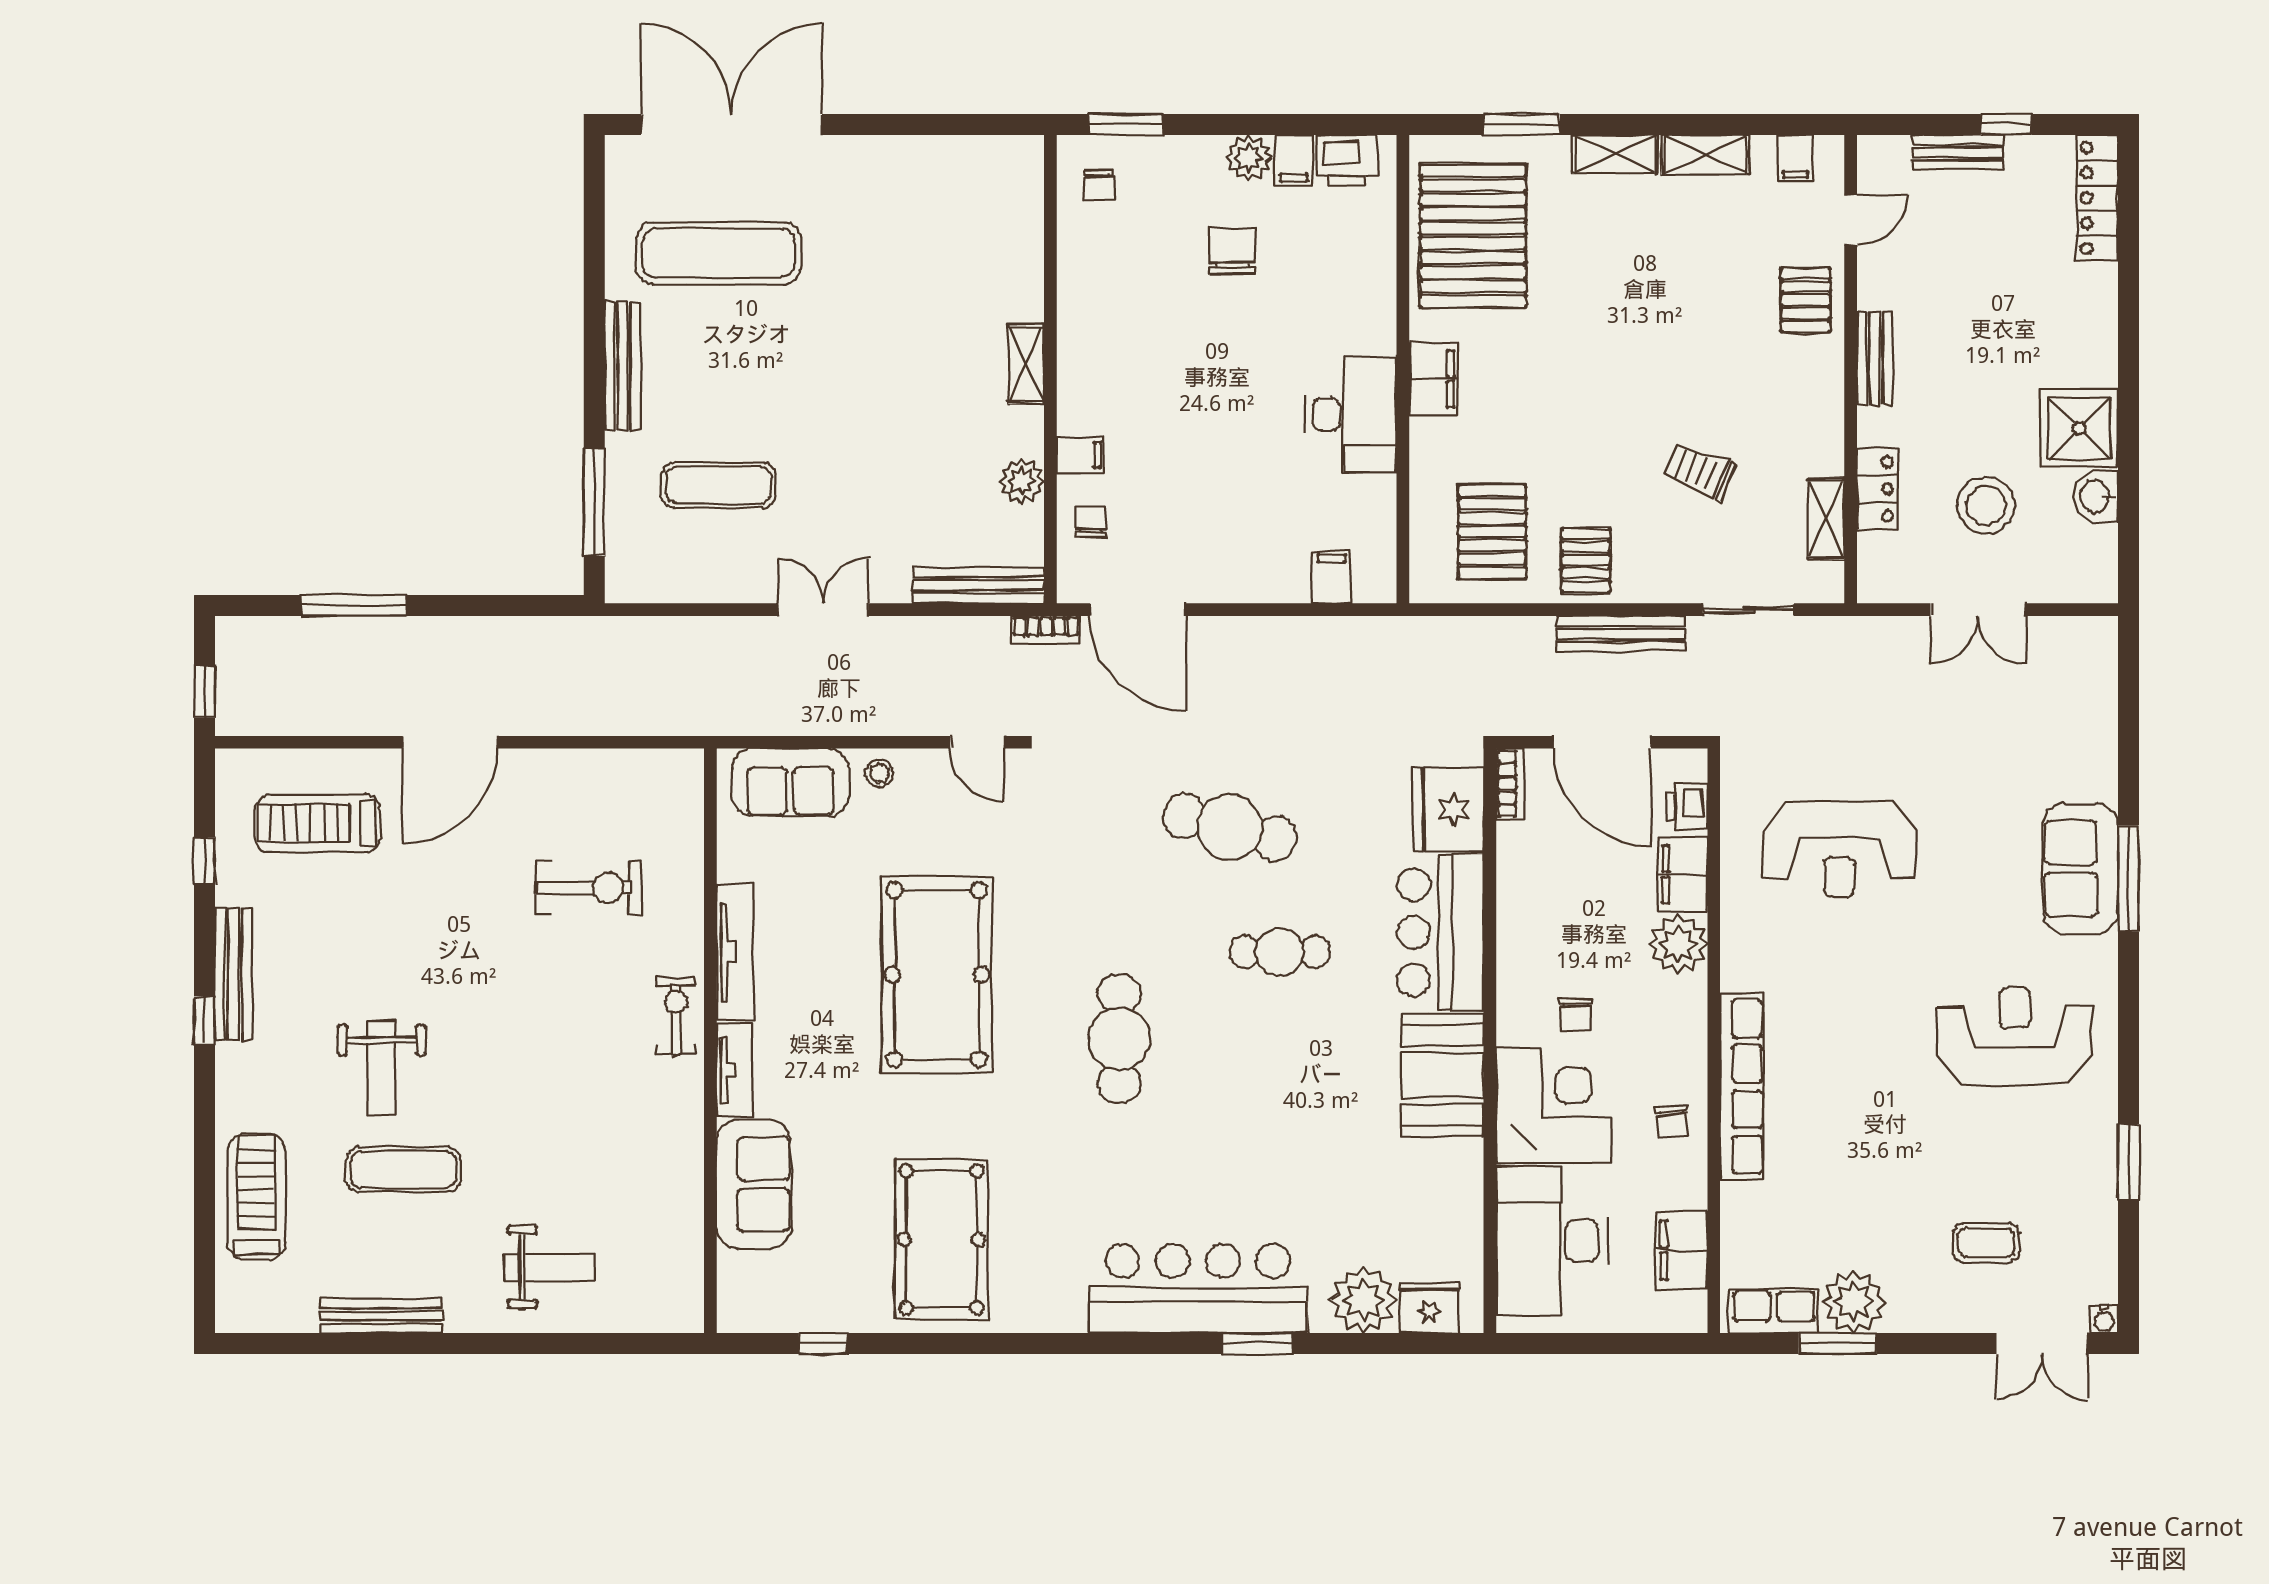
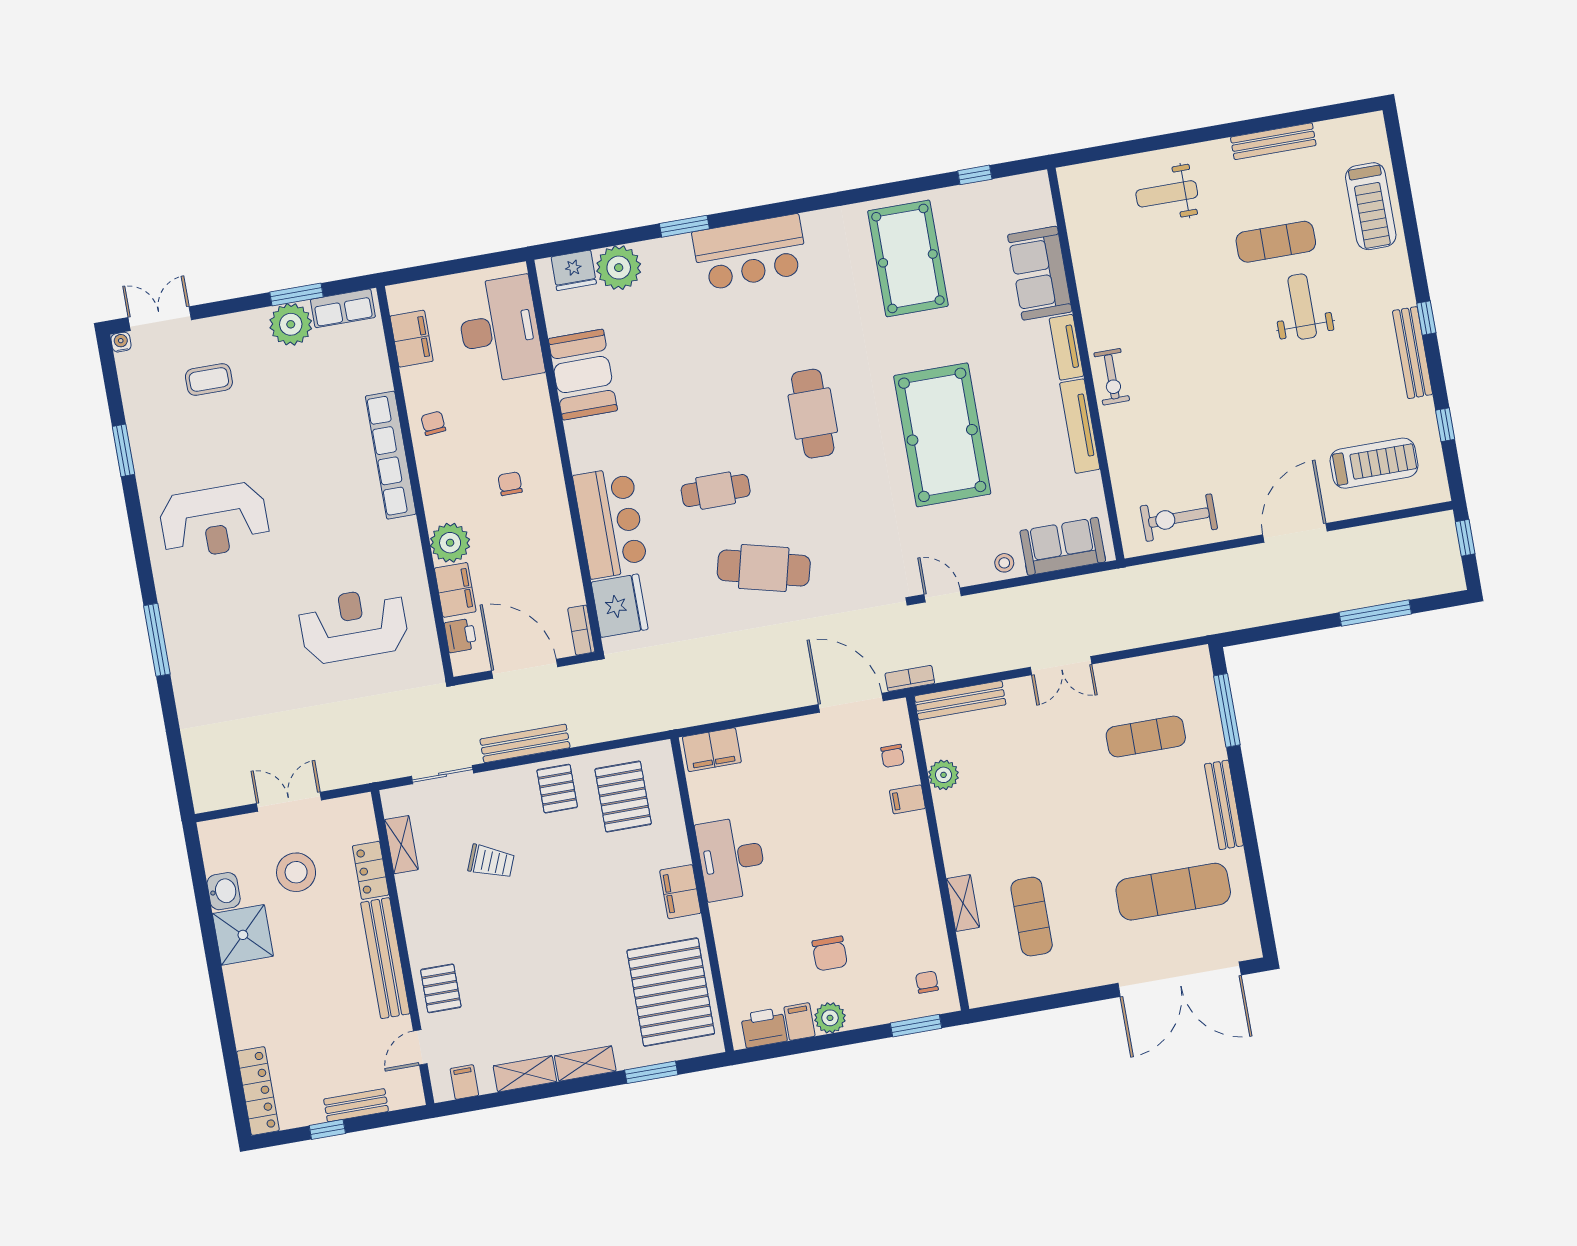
exercise mat: (930, 253) -> (1032, 917), added
bench: (1875, 358) -> (385, 958), width x1.86, depth x1.21
shelving: (1026, 364) -> (963, 903), moved
filing cabinet: (1332, 577) -> (712, 750), width x2.00
sofa: (2080, 869) -> (190, 641), removed
exercise bike: (589, 888) -> (1179, 518), moved
booth: (1443, 1075) -> (583, 375), moved
corner desk: (1554, 1105) -> (514, 420), removed
bar counter: (1198, 1289) -> (750, 252), width x0.73

